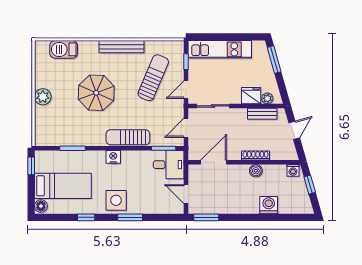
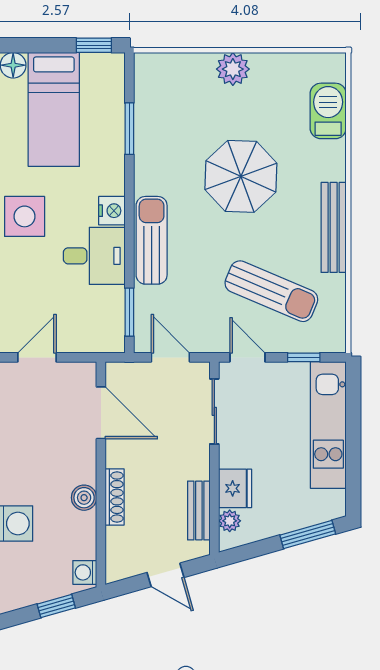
desk: (169, 165) -> (94, 256), moved, turned -90

